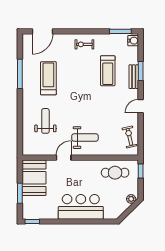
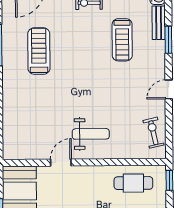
bench: (134, 77) -> (159, 23), moved
weight bench: (45, 121) -> (35, 111), removed

